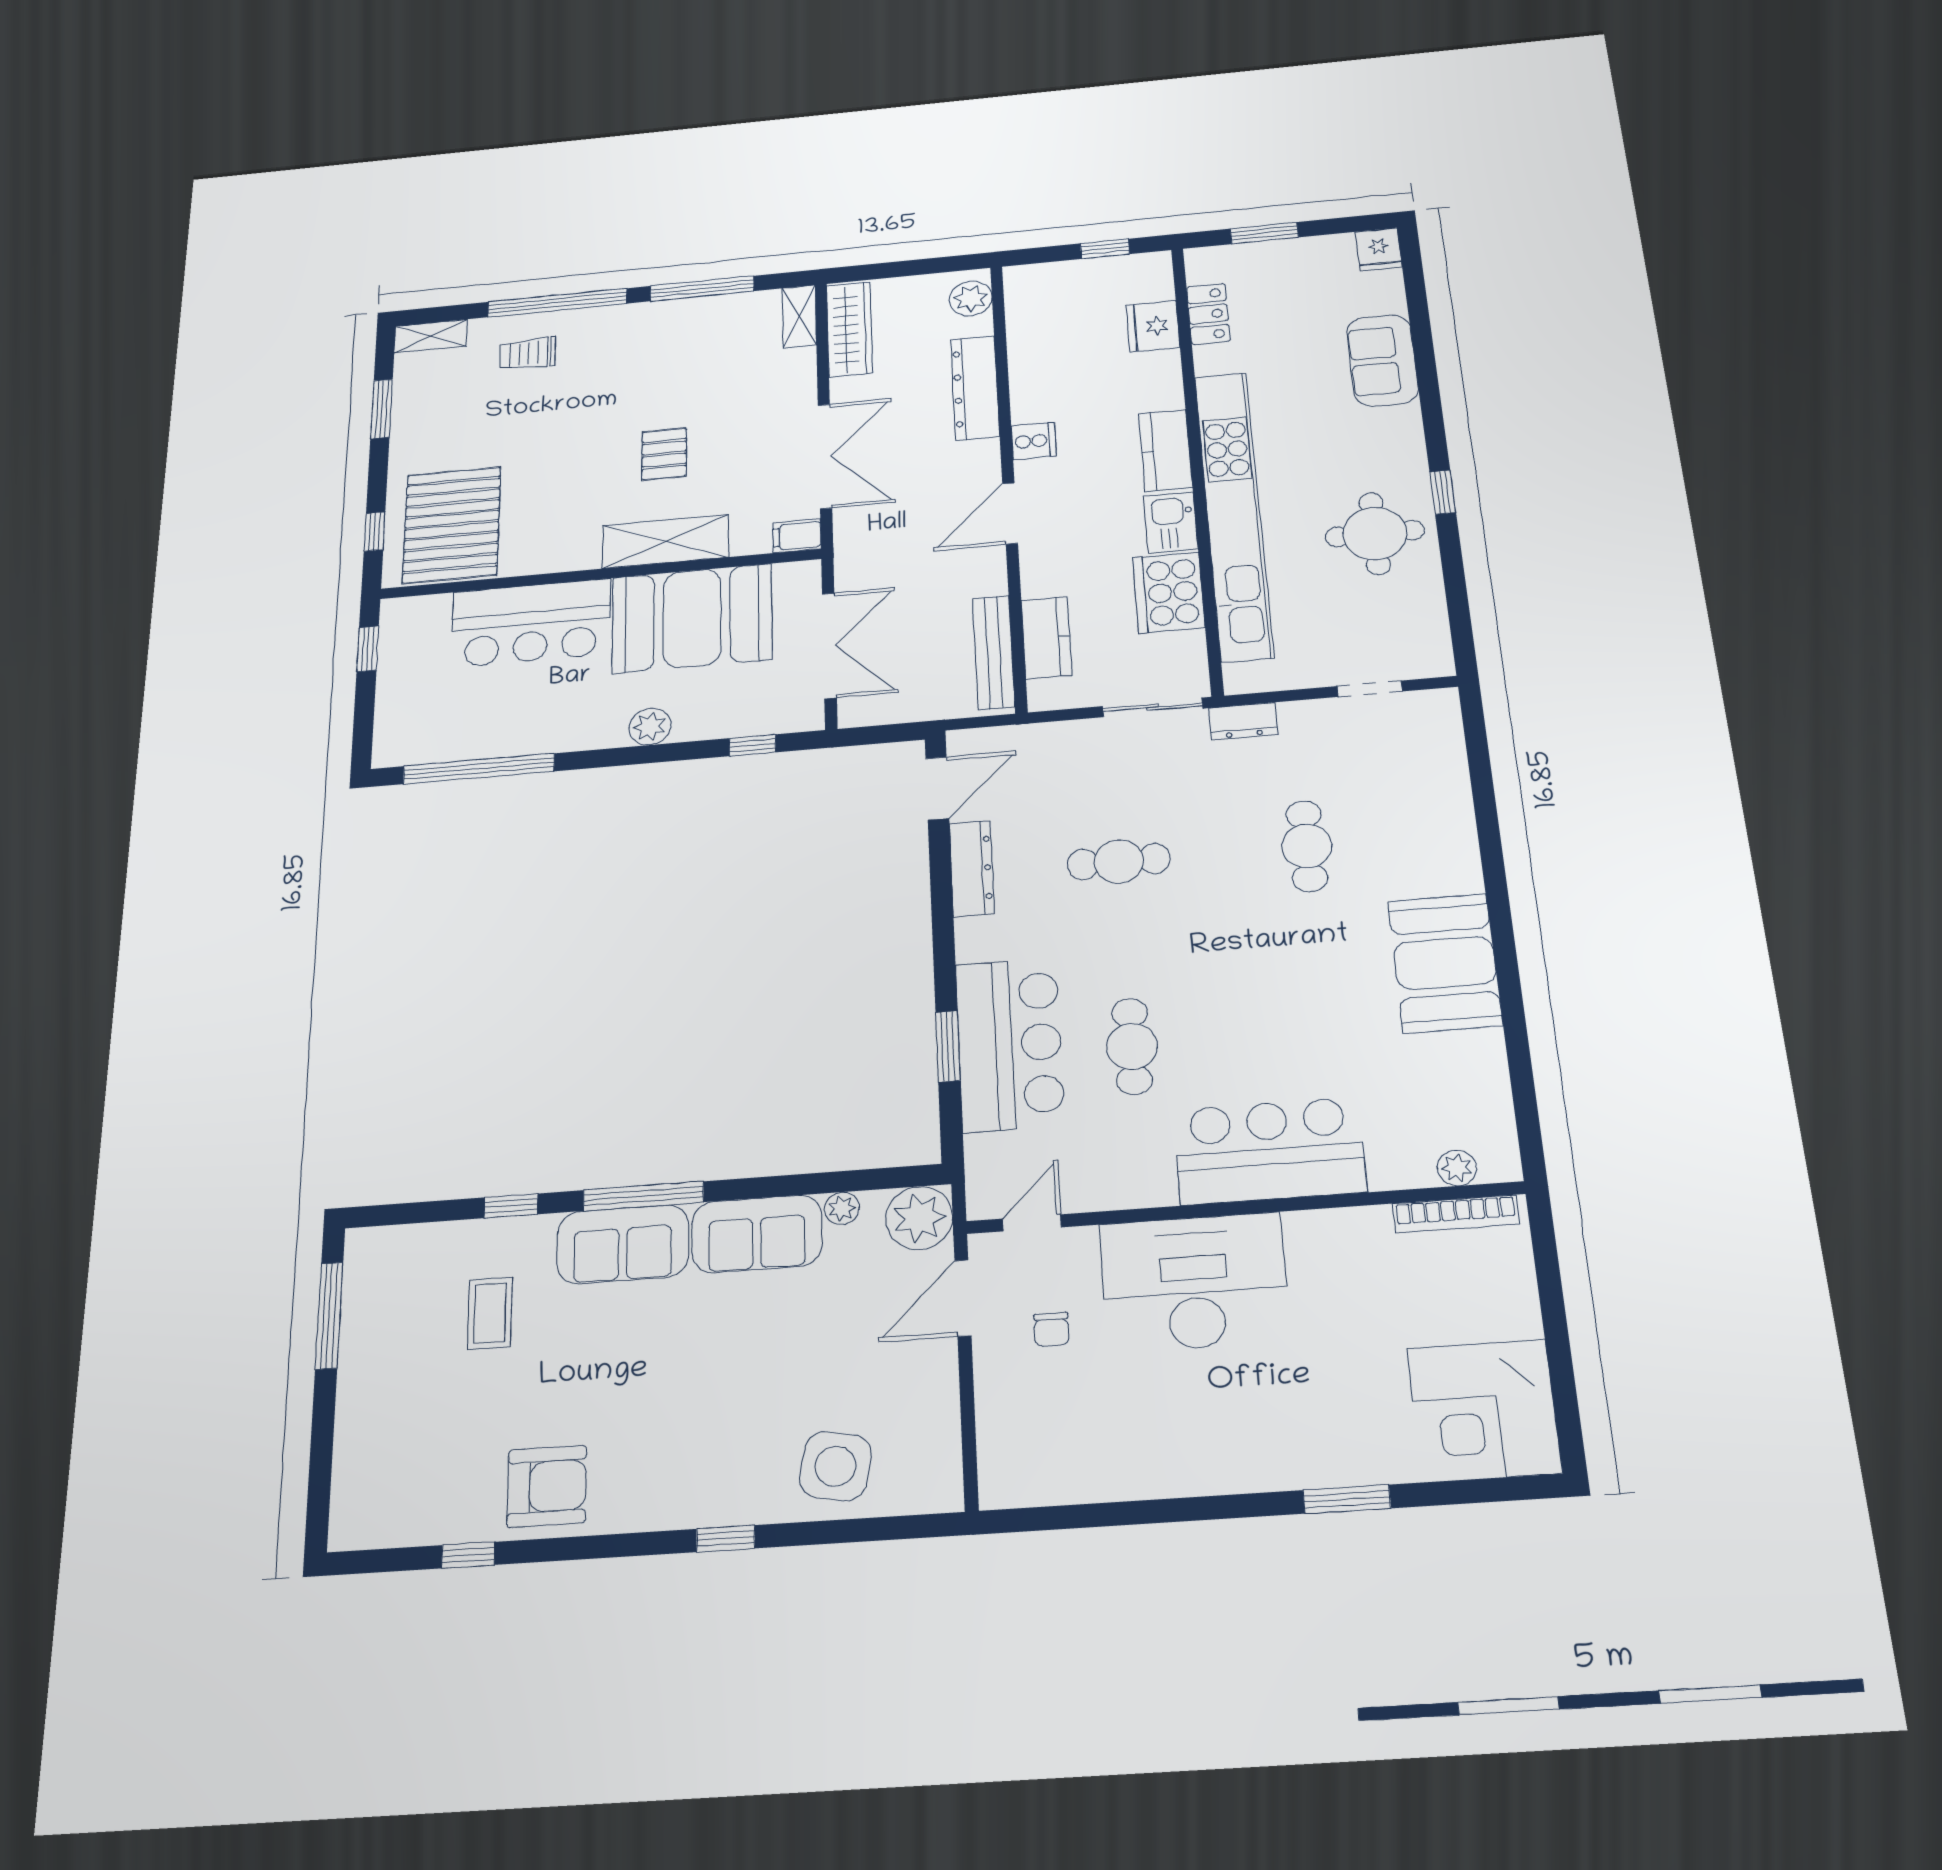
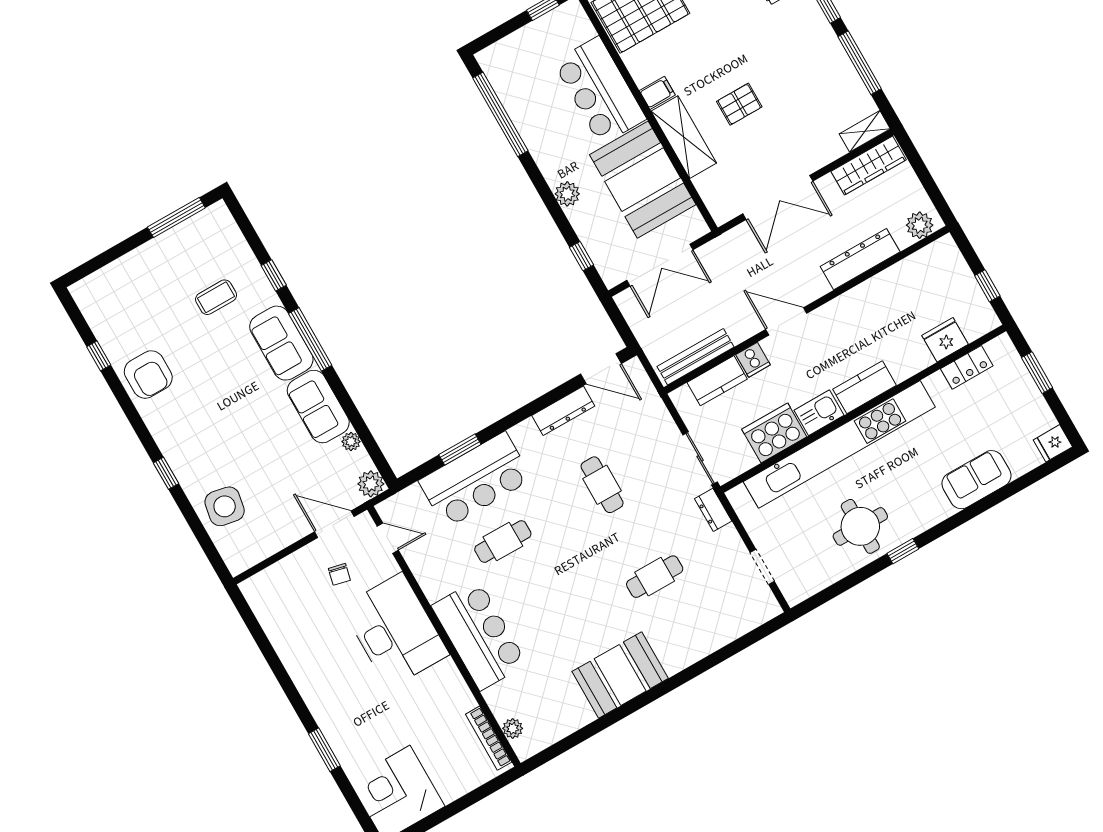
cooker: (1034, 441) -> (753, 360), moved
filing cabinet: (797, 536) -> (657, 93), moved, turned 90
plant: (919, 1218) -> (371, 484), width x0.73, depth x0.73
chair: (1051, 1329) -> (339, 574), turned -77

